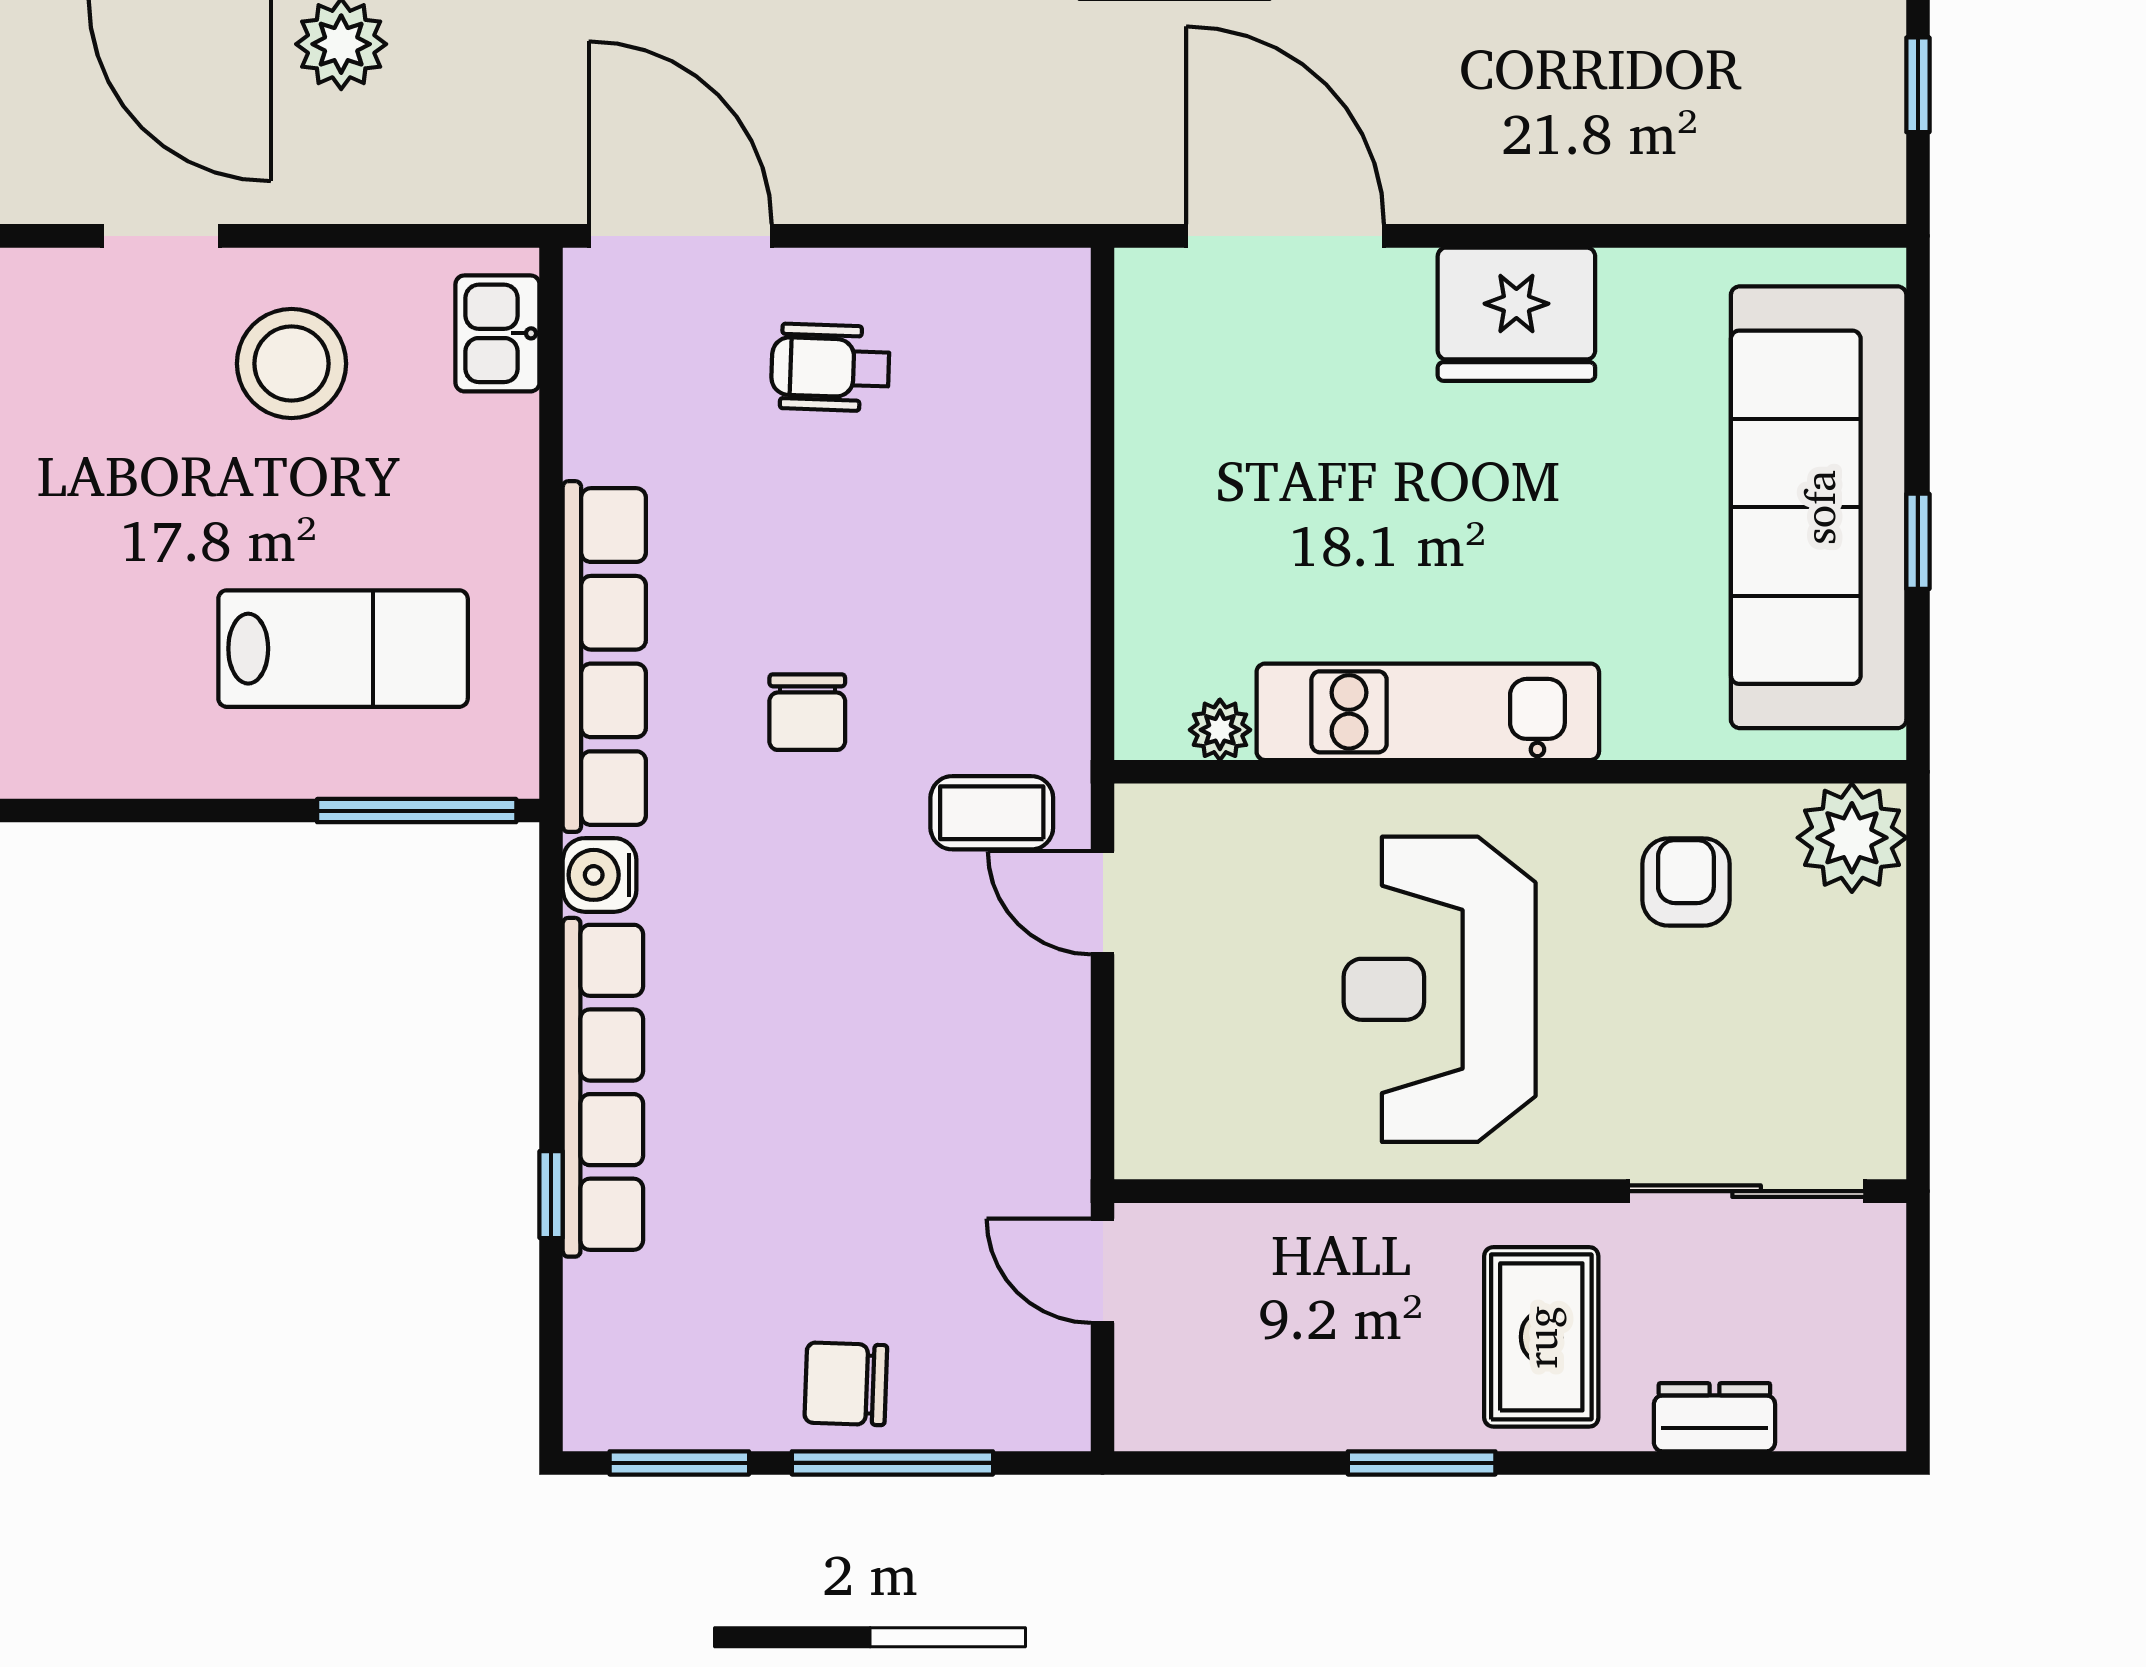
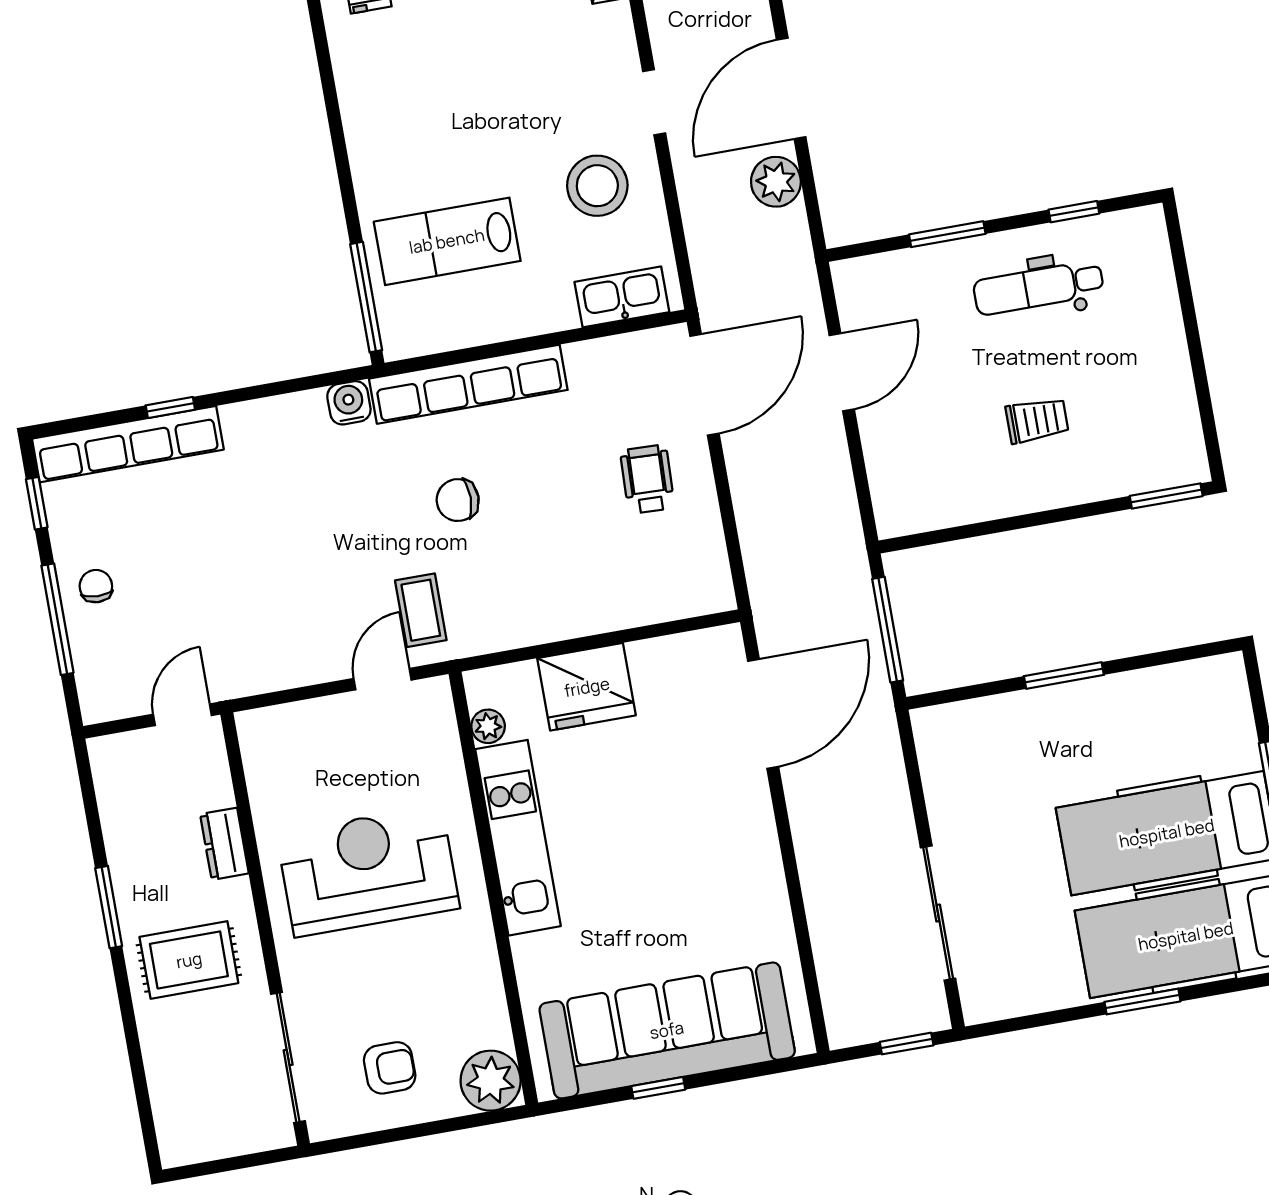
fridge: (1516, 314) -> (587, 687), moved, turned -90
kitchen sink: (497, 333) -> (622, 297), width x1.38
lab bench: (343, 649) -> (447, 241), turned 90
armchair: (1686, 882) -> (390, 1068), moved
row of seats: (603, 1087) -> (128, 444), moved
chair: (846, 1384) -> (96, 586), width x0.73, depth x0.73
dresser: (1714, 1417) -> (224, 844), moved, turned 180
window: (679, 1463) -> (37, 503), width x0.67

